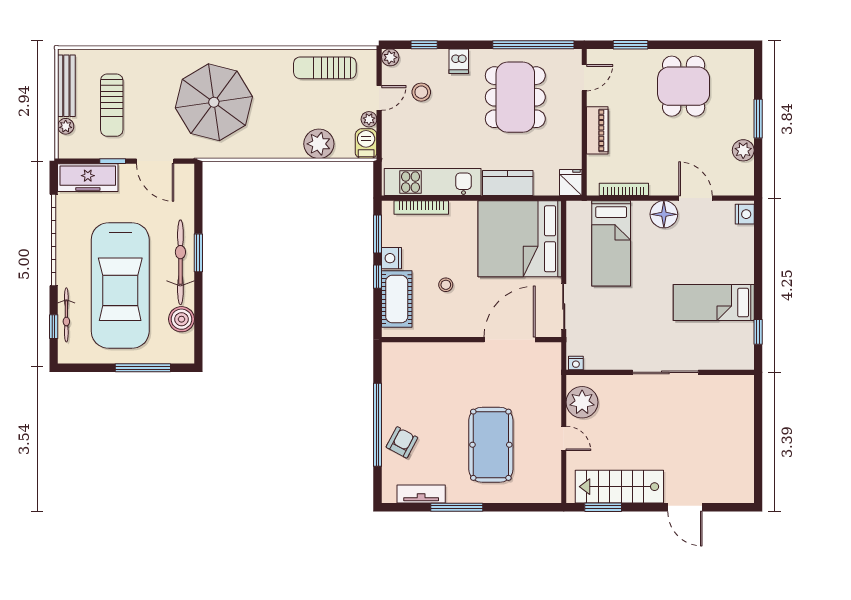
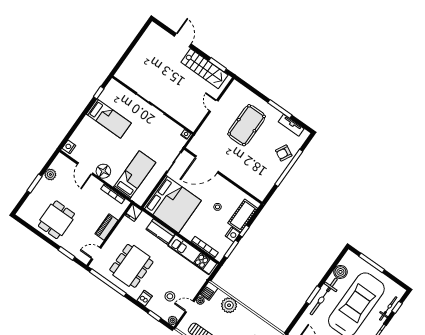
plant: (582, 402) -> (195, 116), removed

